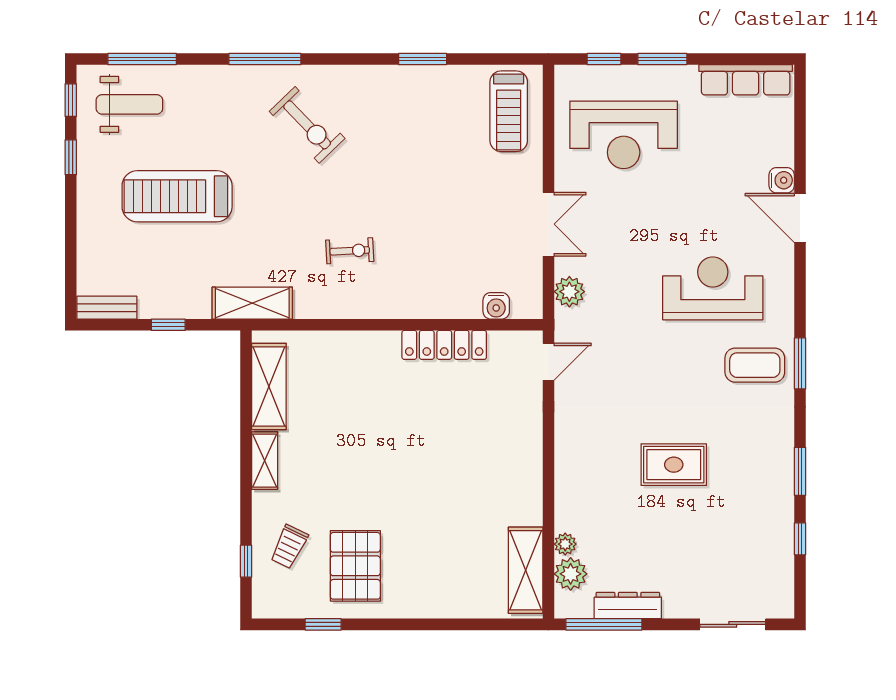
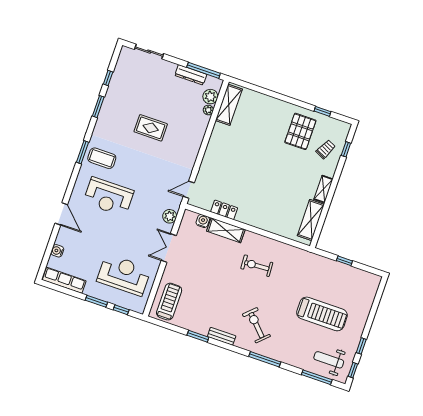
water cooler: (782, 180) -> (57, 251), moved
exercise bike: (350, 251) -> (257, 266), width x1.38, depth x1.39
shelving: (252, 303) -> (226, 230), moved
bench: (107, 308) -> (222, 336), moved
locker: (444, 345) -> (224, 210), width x0.66

